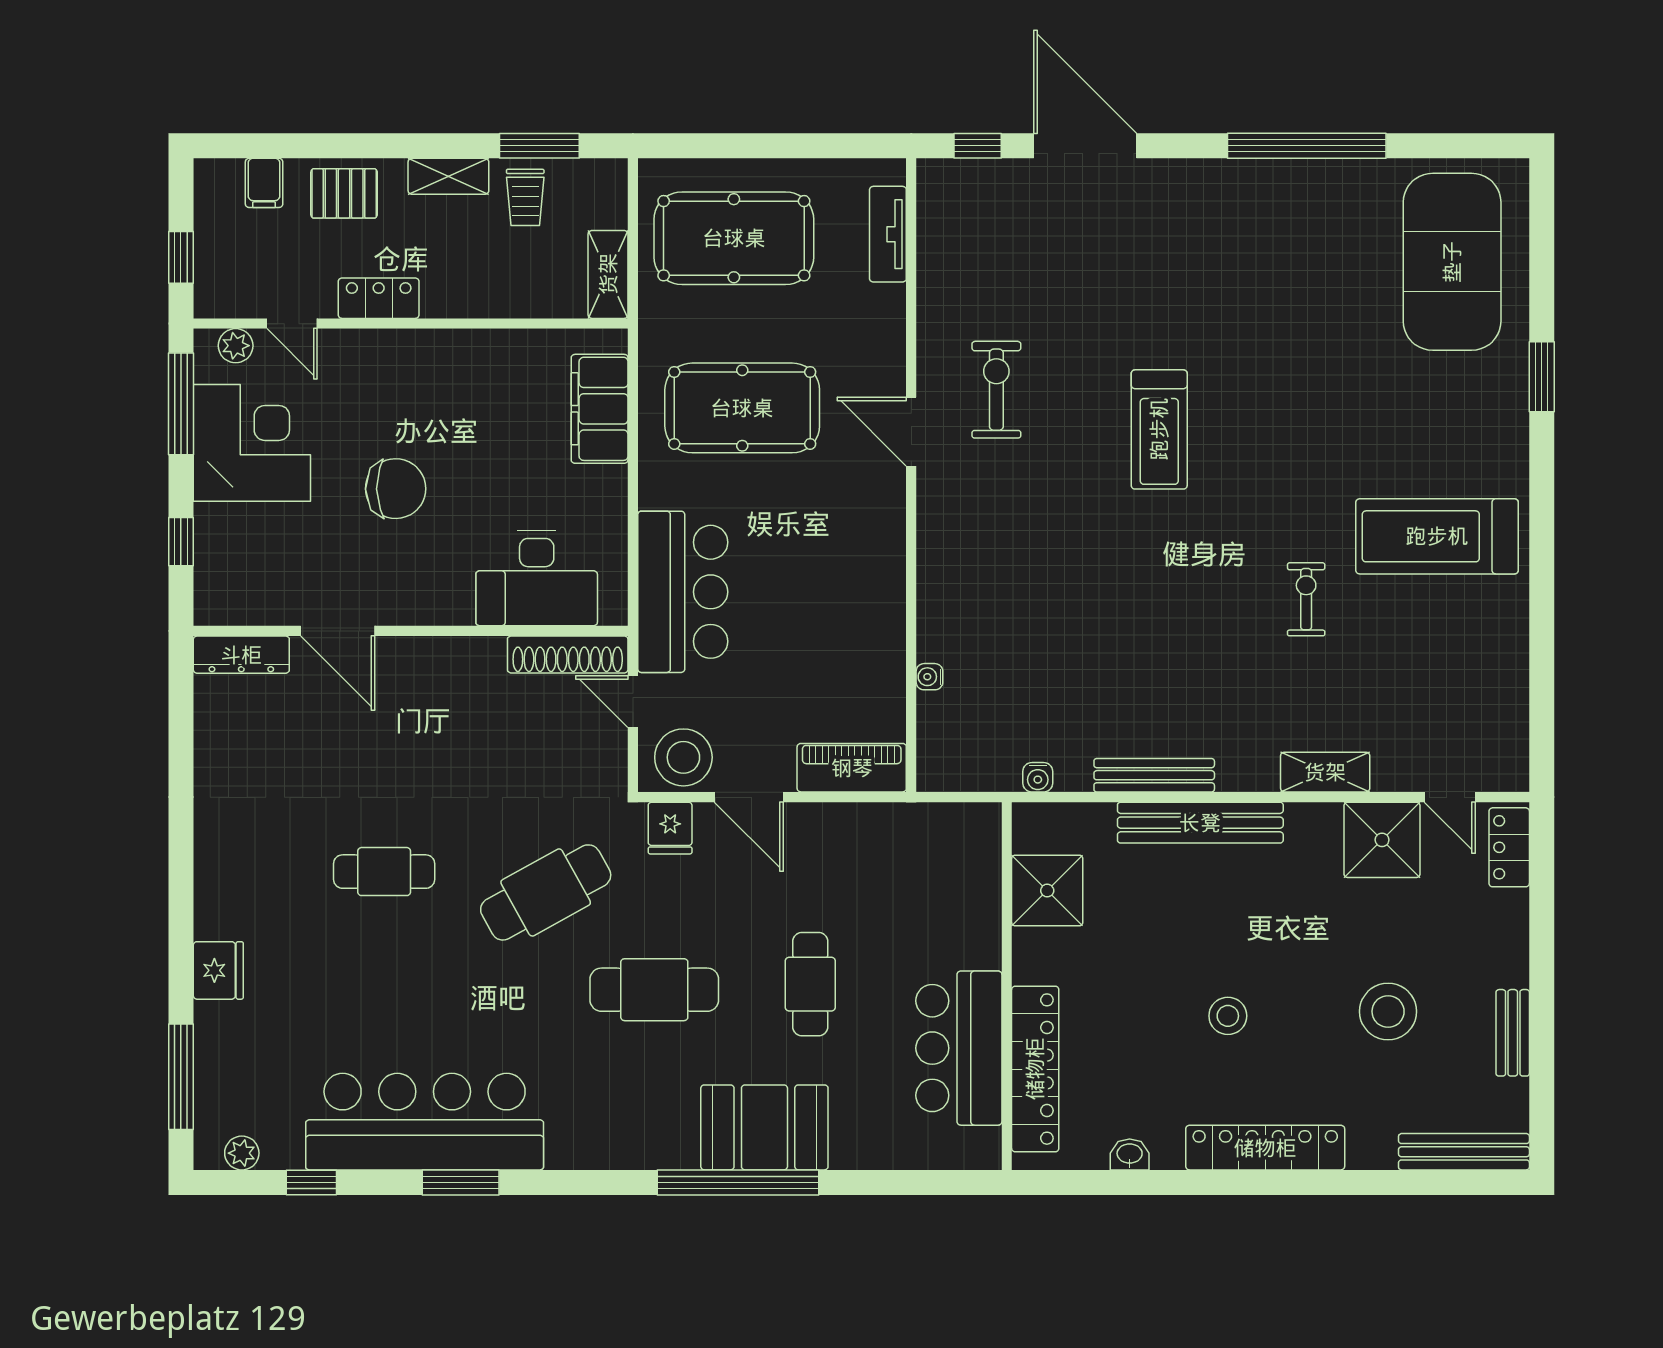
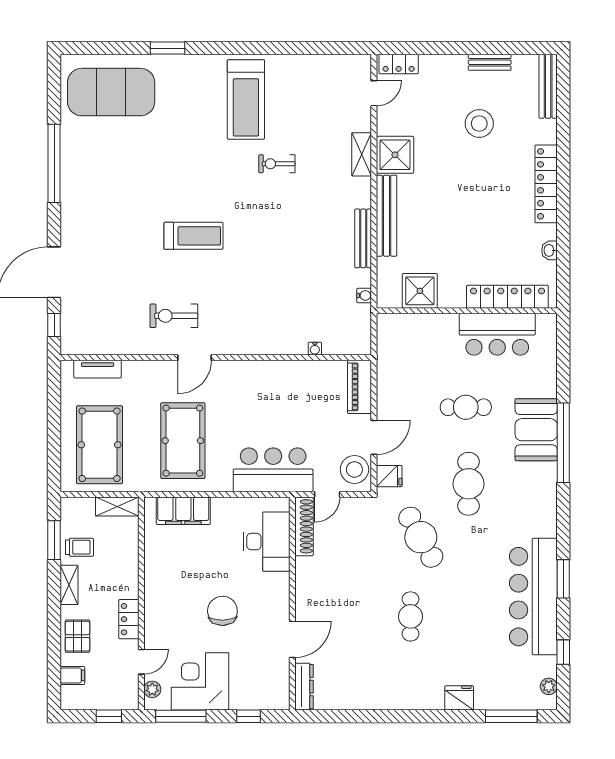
shower: (1382, 840) -> (395, 155), moved
stool: (1228, 1016) -> (481, 202), removed

